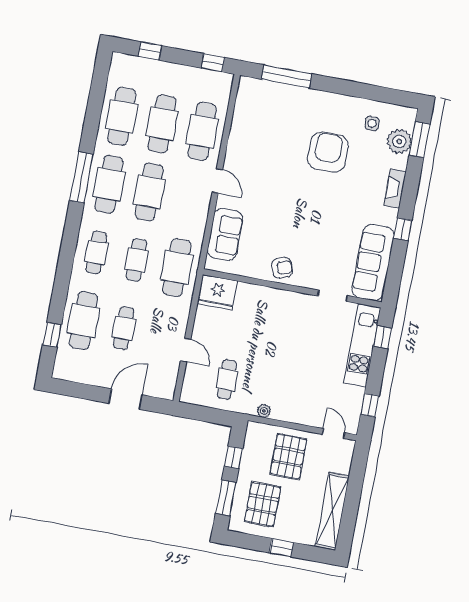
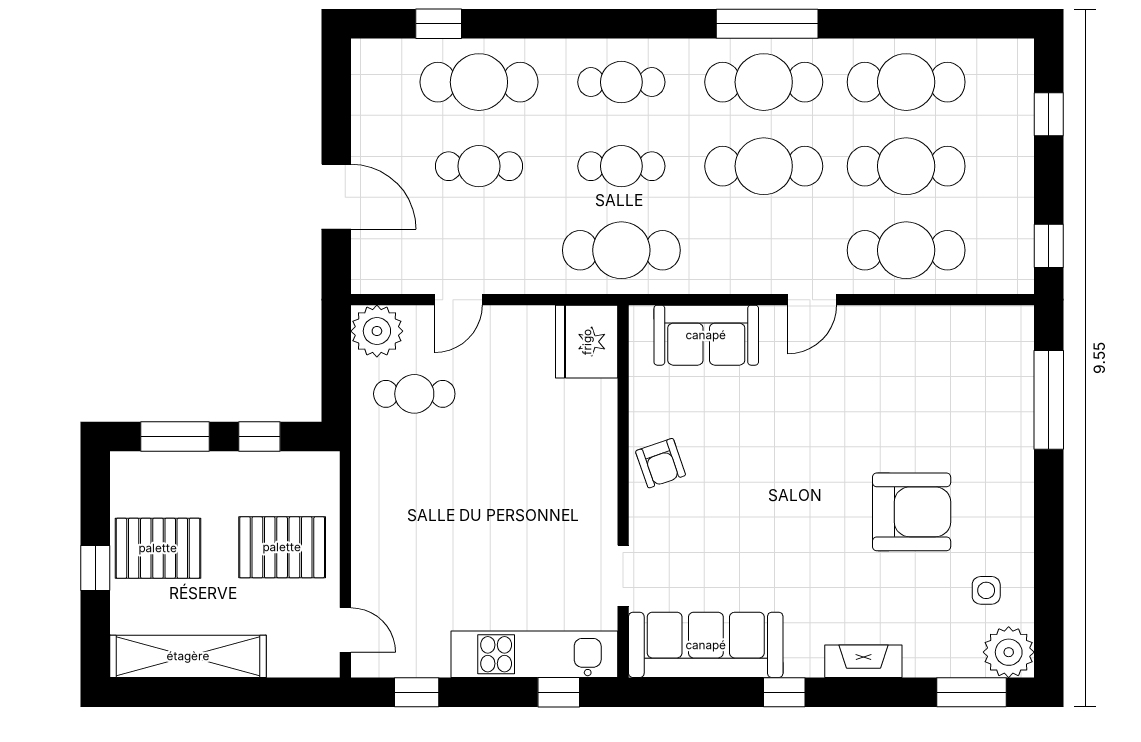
plant: (399, 141) -> (1009, 652), moved
plant: (264, 411) -> (377, 331), moved, width x1.88, depth x1.88
door: (334, 434) -> (345, 630), hinge flipped
pallet: (263, 504) -> (158, 548), moved

